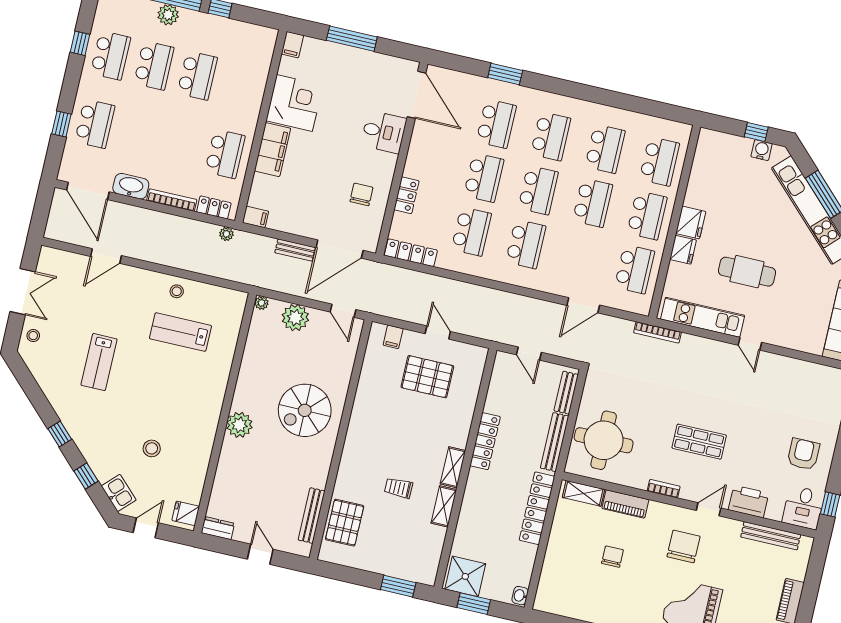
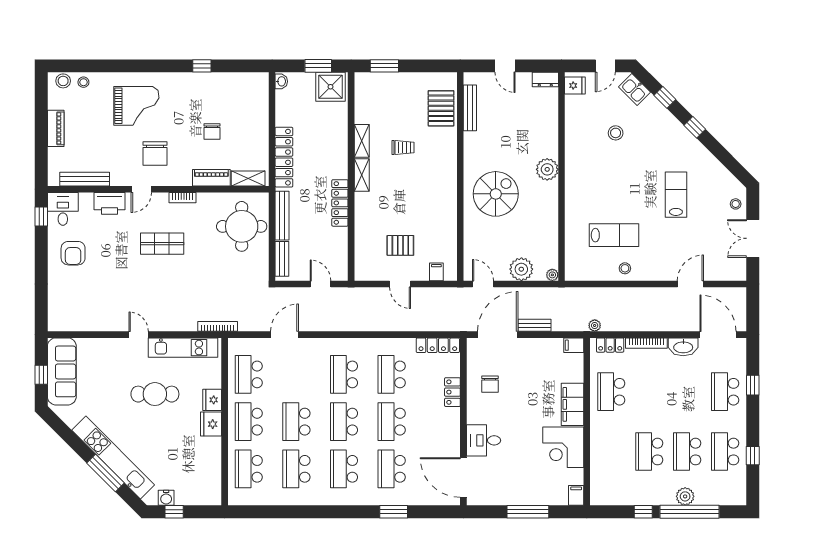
pallet: (427, 377) -> (400, 245), width x0.67, depth x0.71

